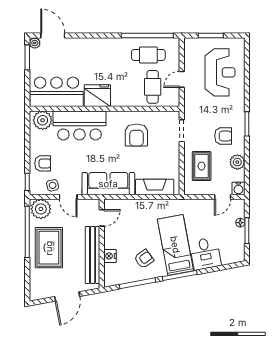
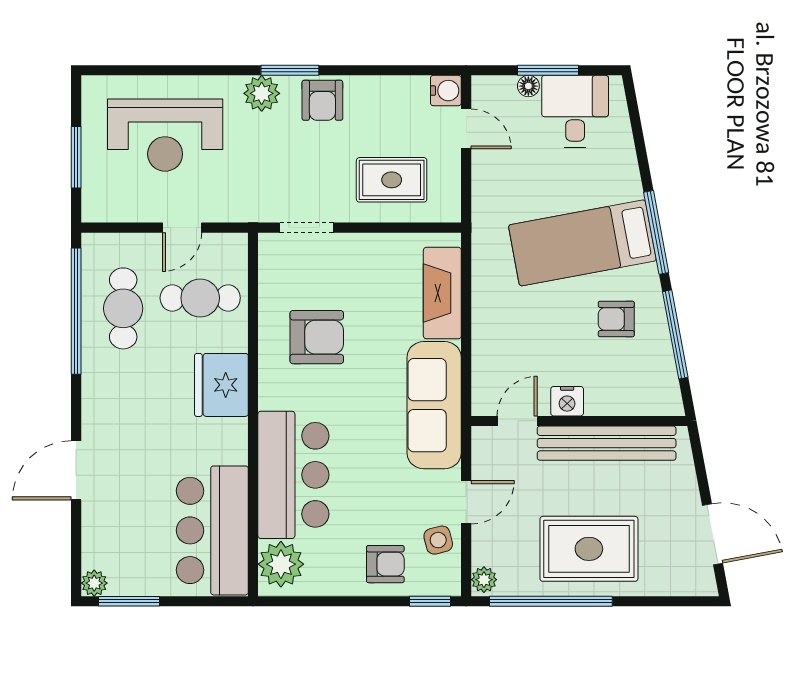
door: (53, 36) -> (76, 470), moved
reception desk: (220, 72) -> (165, 135), turned 180
door: (182, 79) -> (182, 228), hinge flipped
fridge: (97, 96) -> (221, 385), moved
armchair: (223, 136) -> (322, 100), moved, turned 180
plant: (237, 162) -> (262, 93), moved
armchair: (43, 163) -> (385, 564), turned 90
plant: (41, 209) -> (484, 580), width x0.53, depth x0.53
door: (102, 218) -> (517, 421), hinge flipped
desk: (205, 254) -> (575, 111), moved, turned -79
nightstand: (110, 256) -> (567, 401), moved
armchair: (144, 259) -> (616, 319), turned -54
door: (67, 296) -> (713, 534), moved

